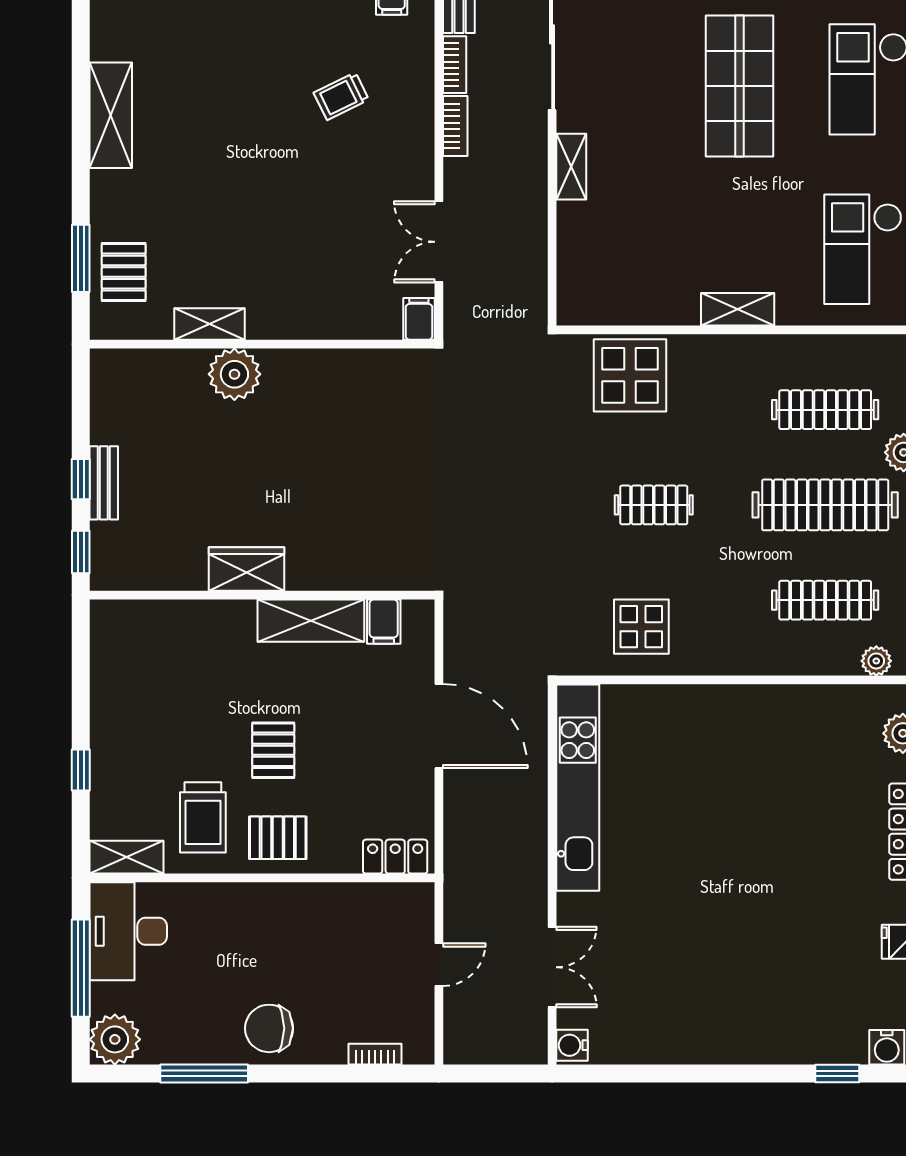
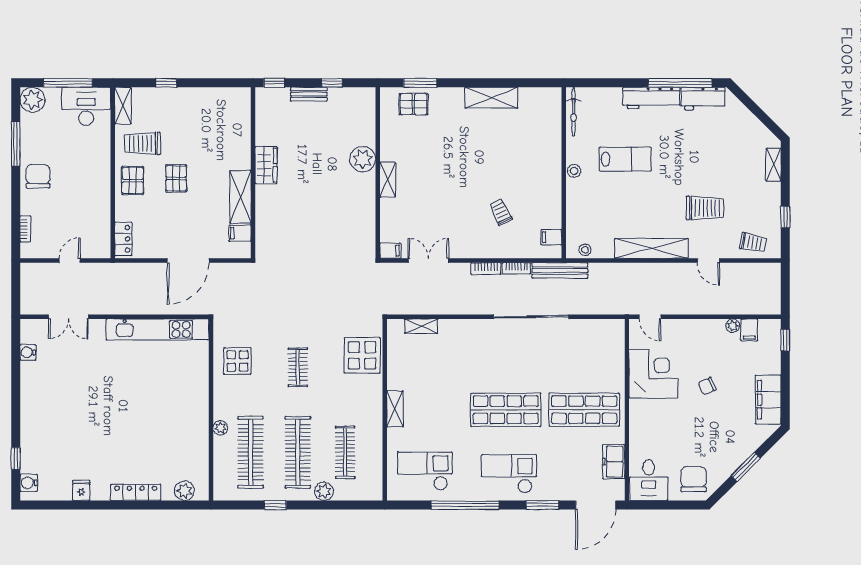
shelving: (571, 167) -> (421, 326), moved
shelving: (210, 324) -> (388, 180), moved
window: (81, 479) -> (332, 83), moved
clothes rail: (825, 600) -> (251, 452), width x1.37, depth x1.31
plant: (876, 661) -> (220, 428), moved
pallet: (273, 750) -> (176, 178), turned 90
door: (439, 965) -> (70, 261), swing flipped
water cooler: (572, 1045) -> (28, 352), moved, turned -90

